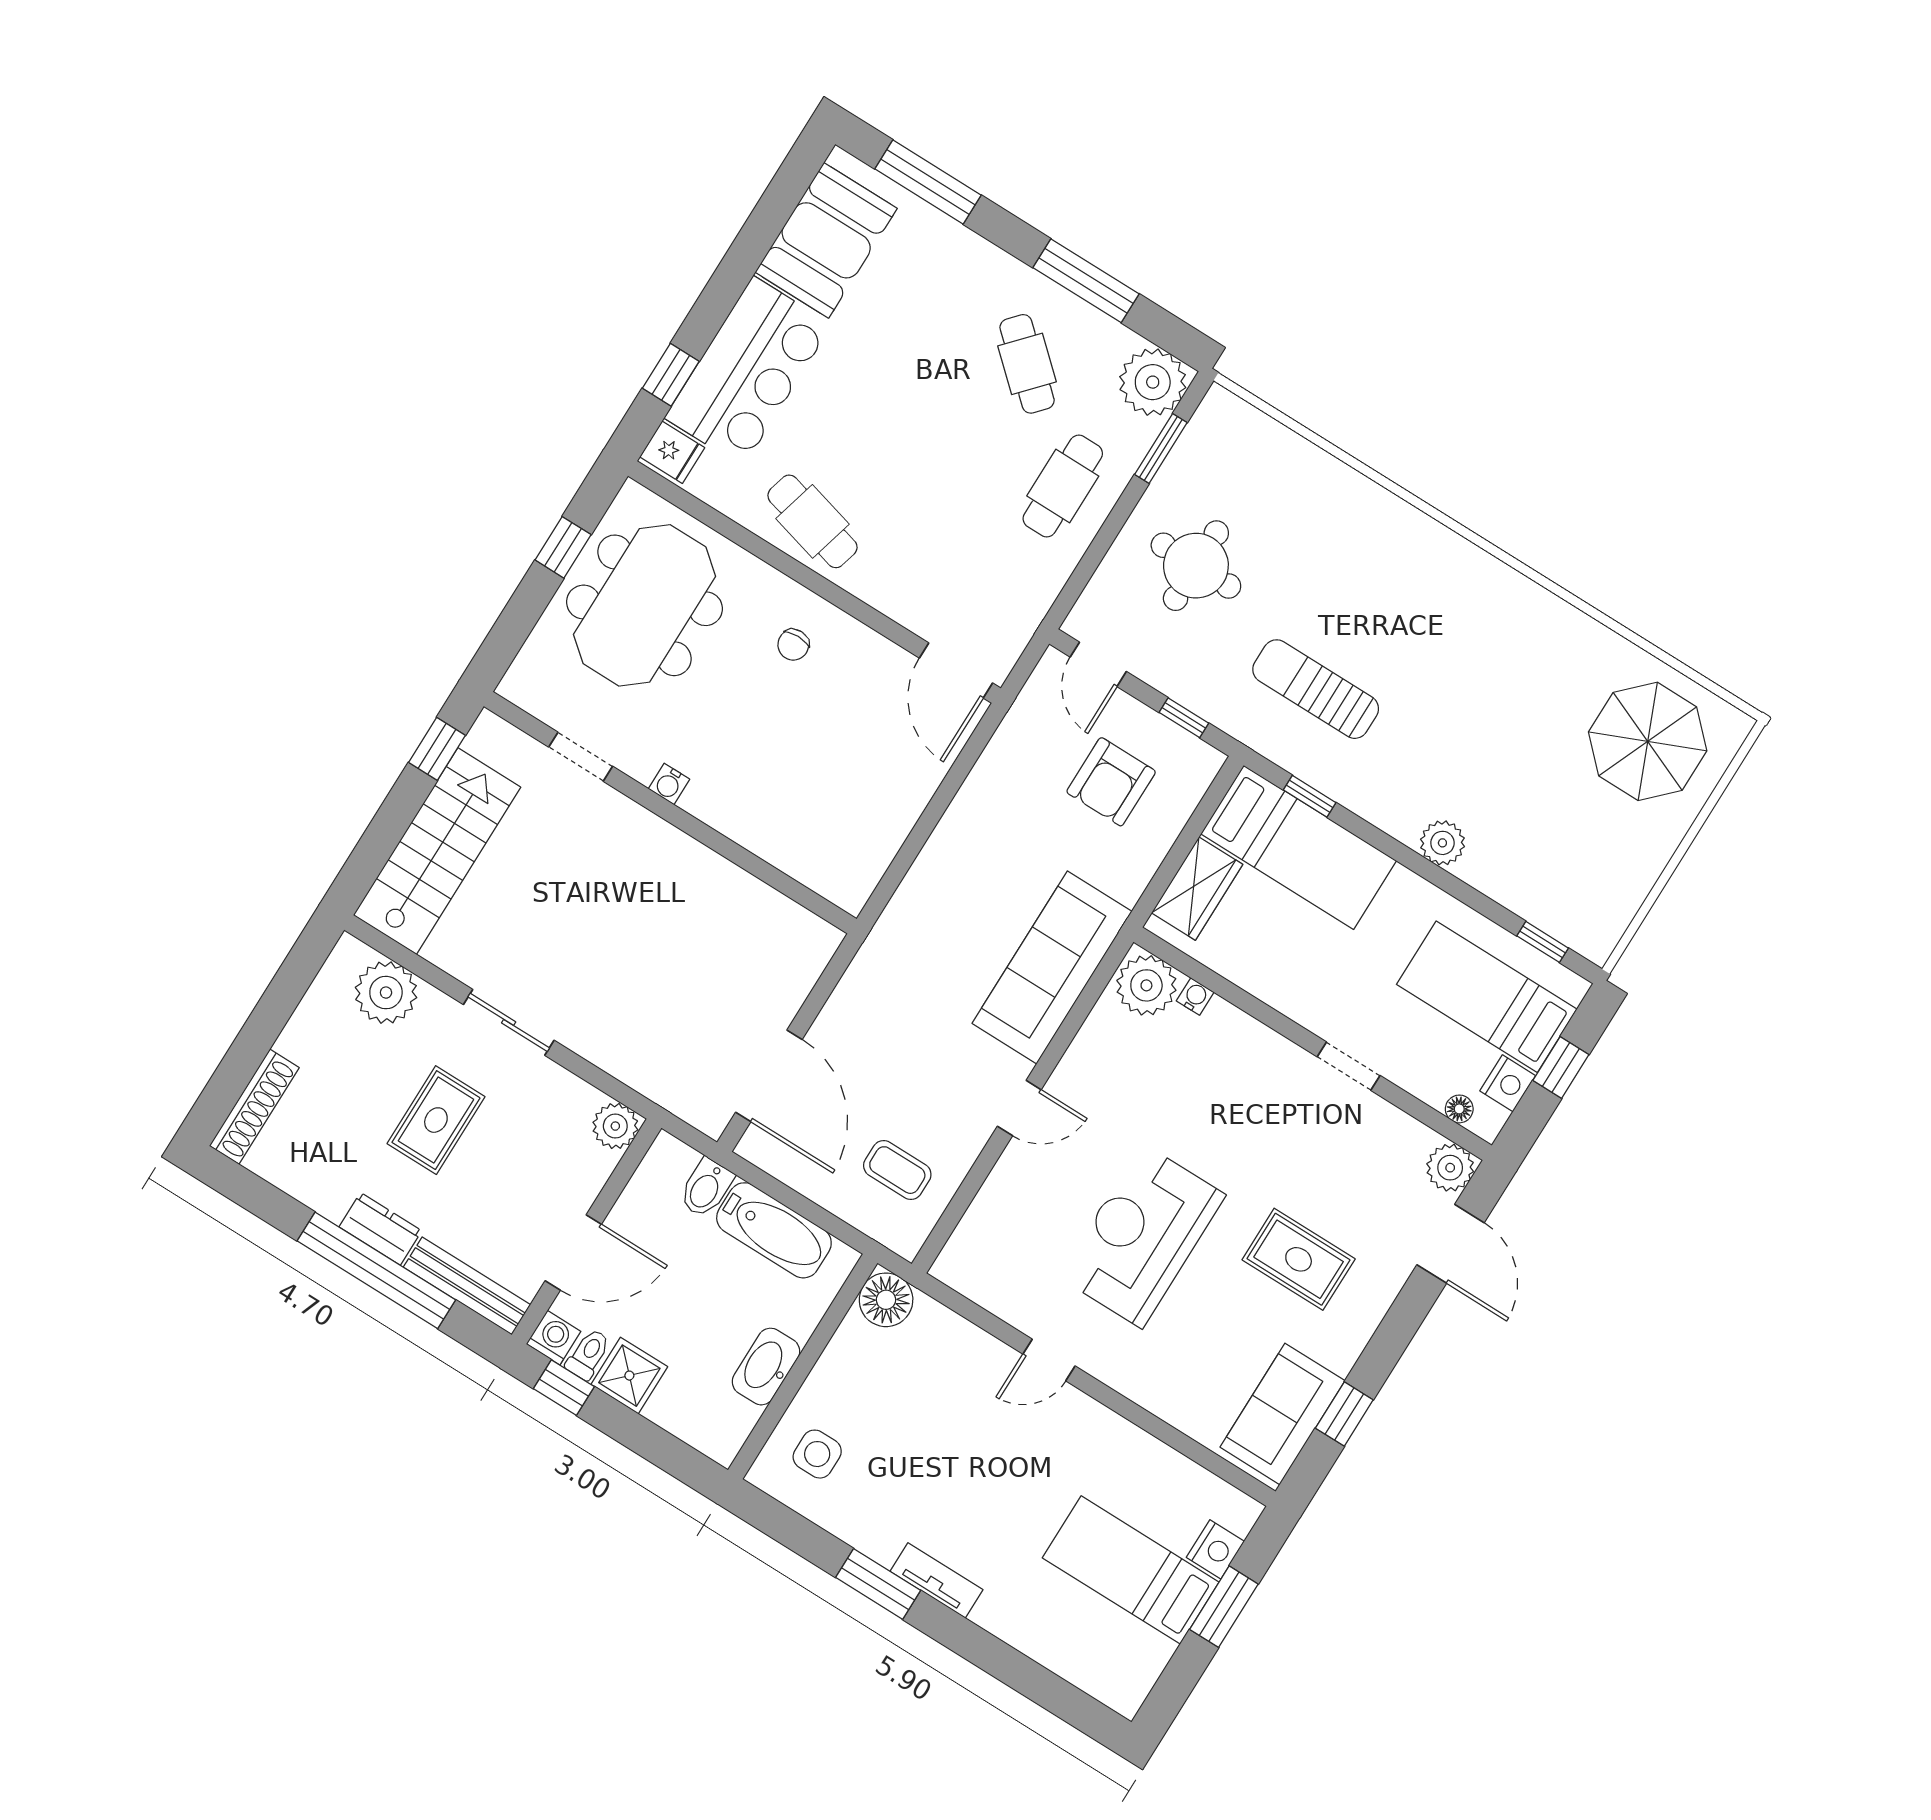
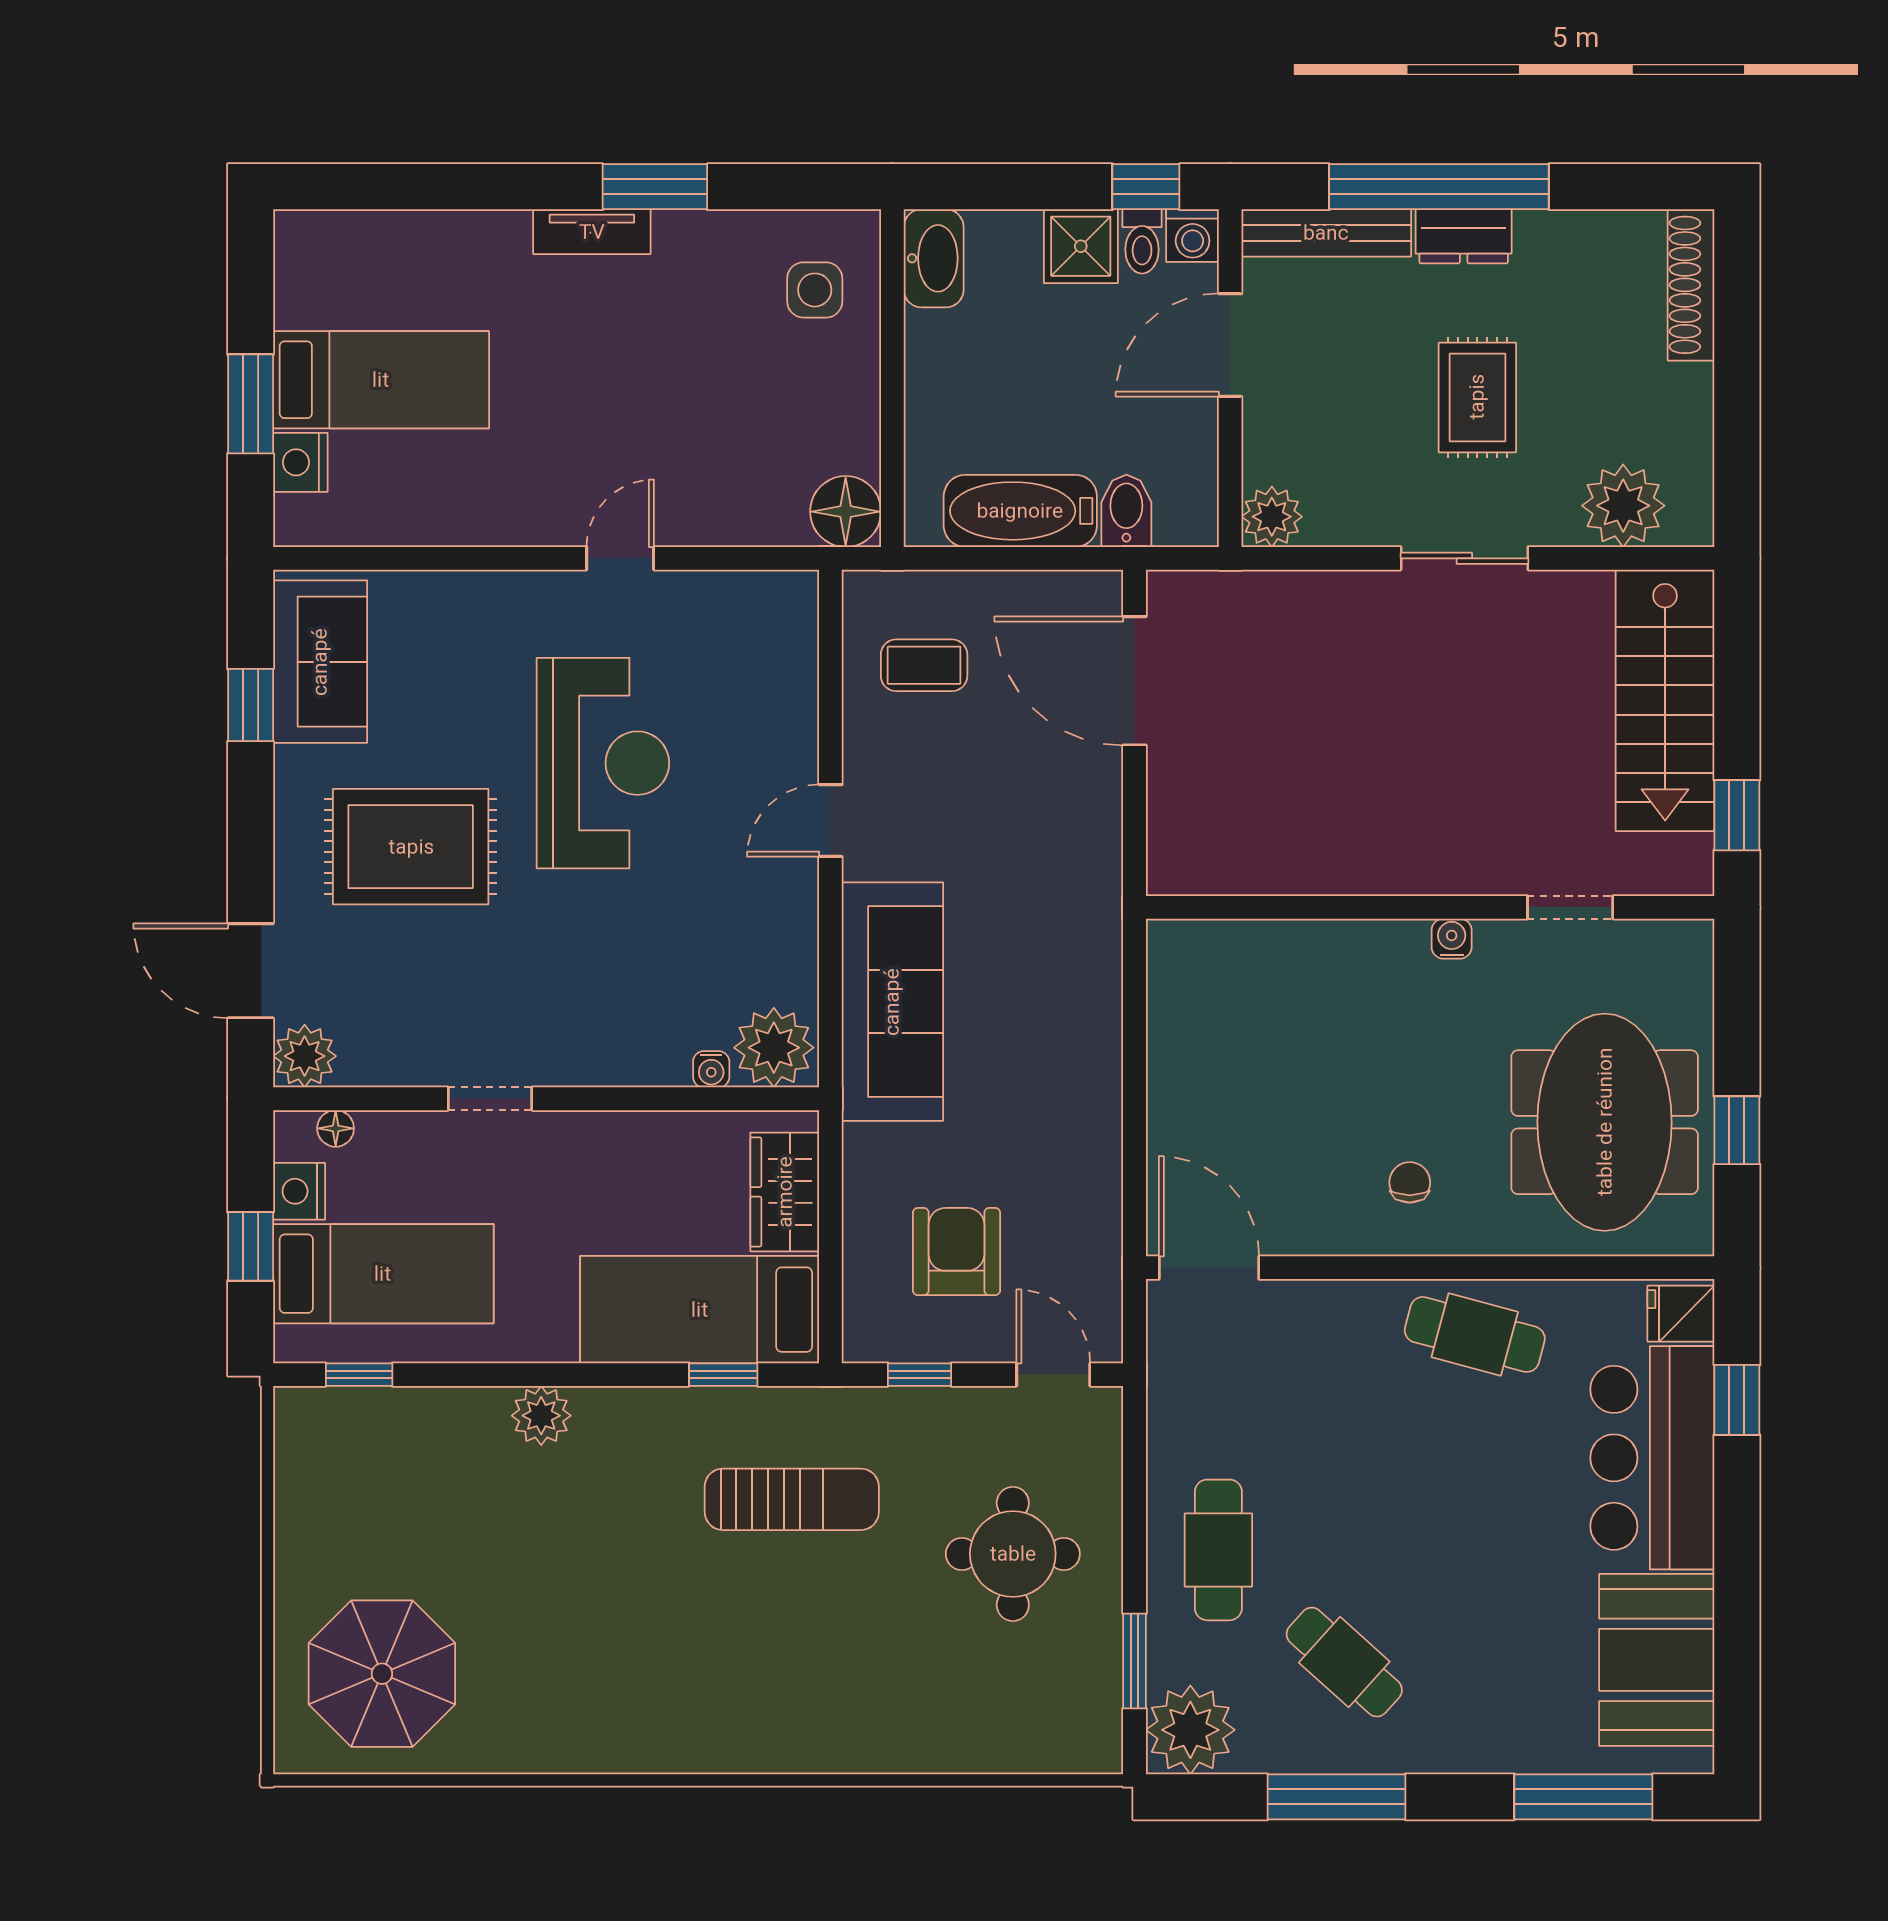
rug: (1299, 1259) -> (411, 847), width x1.36, depth x1.43
washbasin: (766, 1367) -> (934, 258), moved

